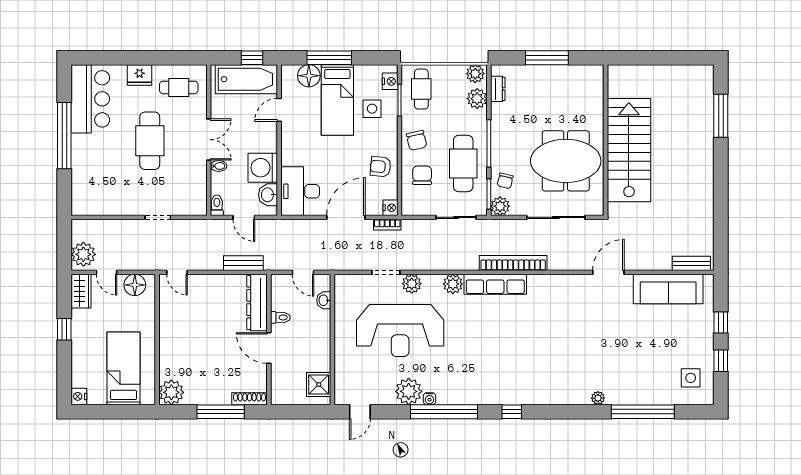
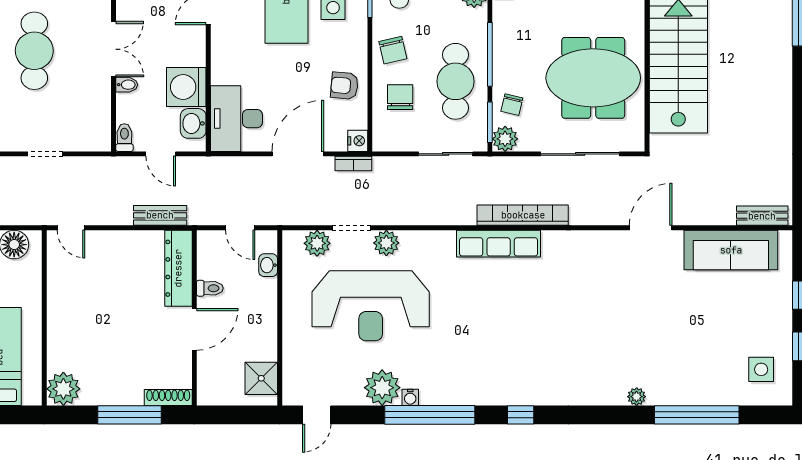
plant: (453, 284) -> (317, 243), moved
door: (269, 348) -> (194, 329), swing flipped

